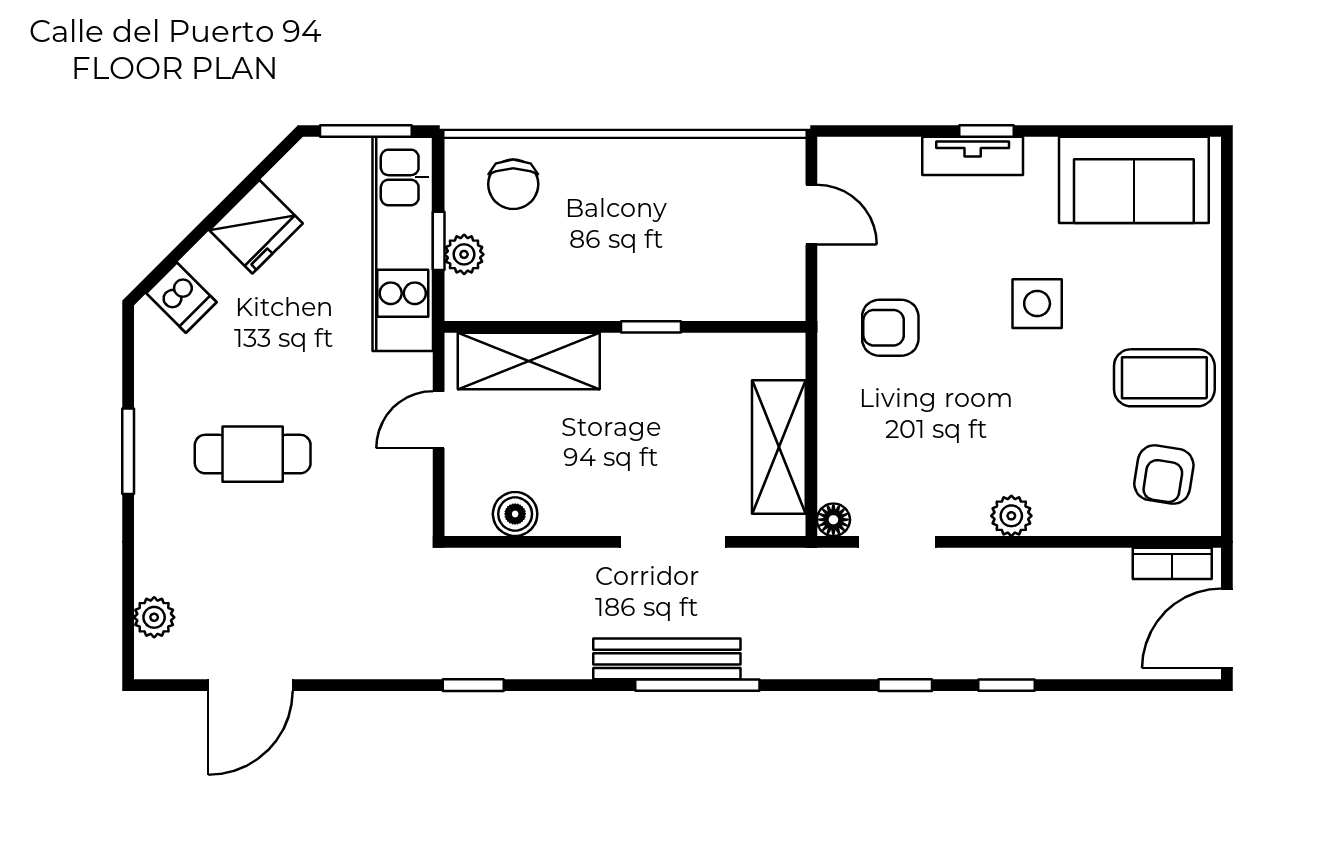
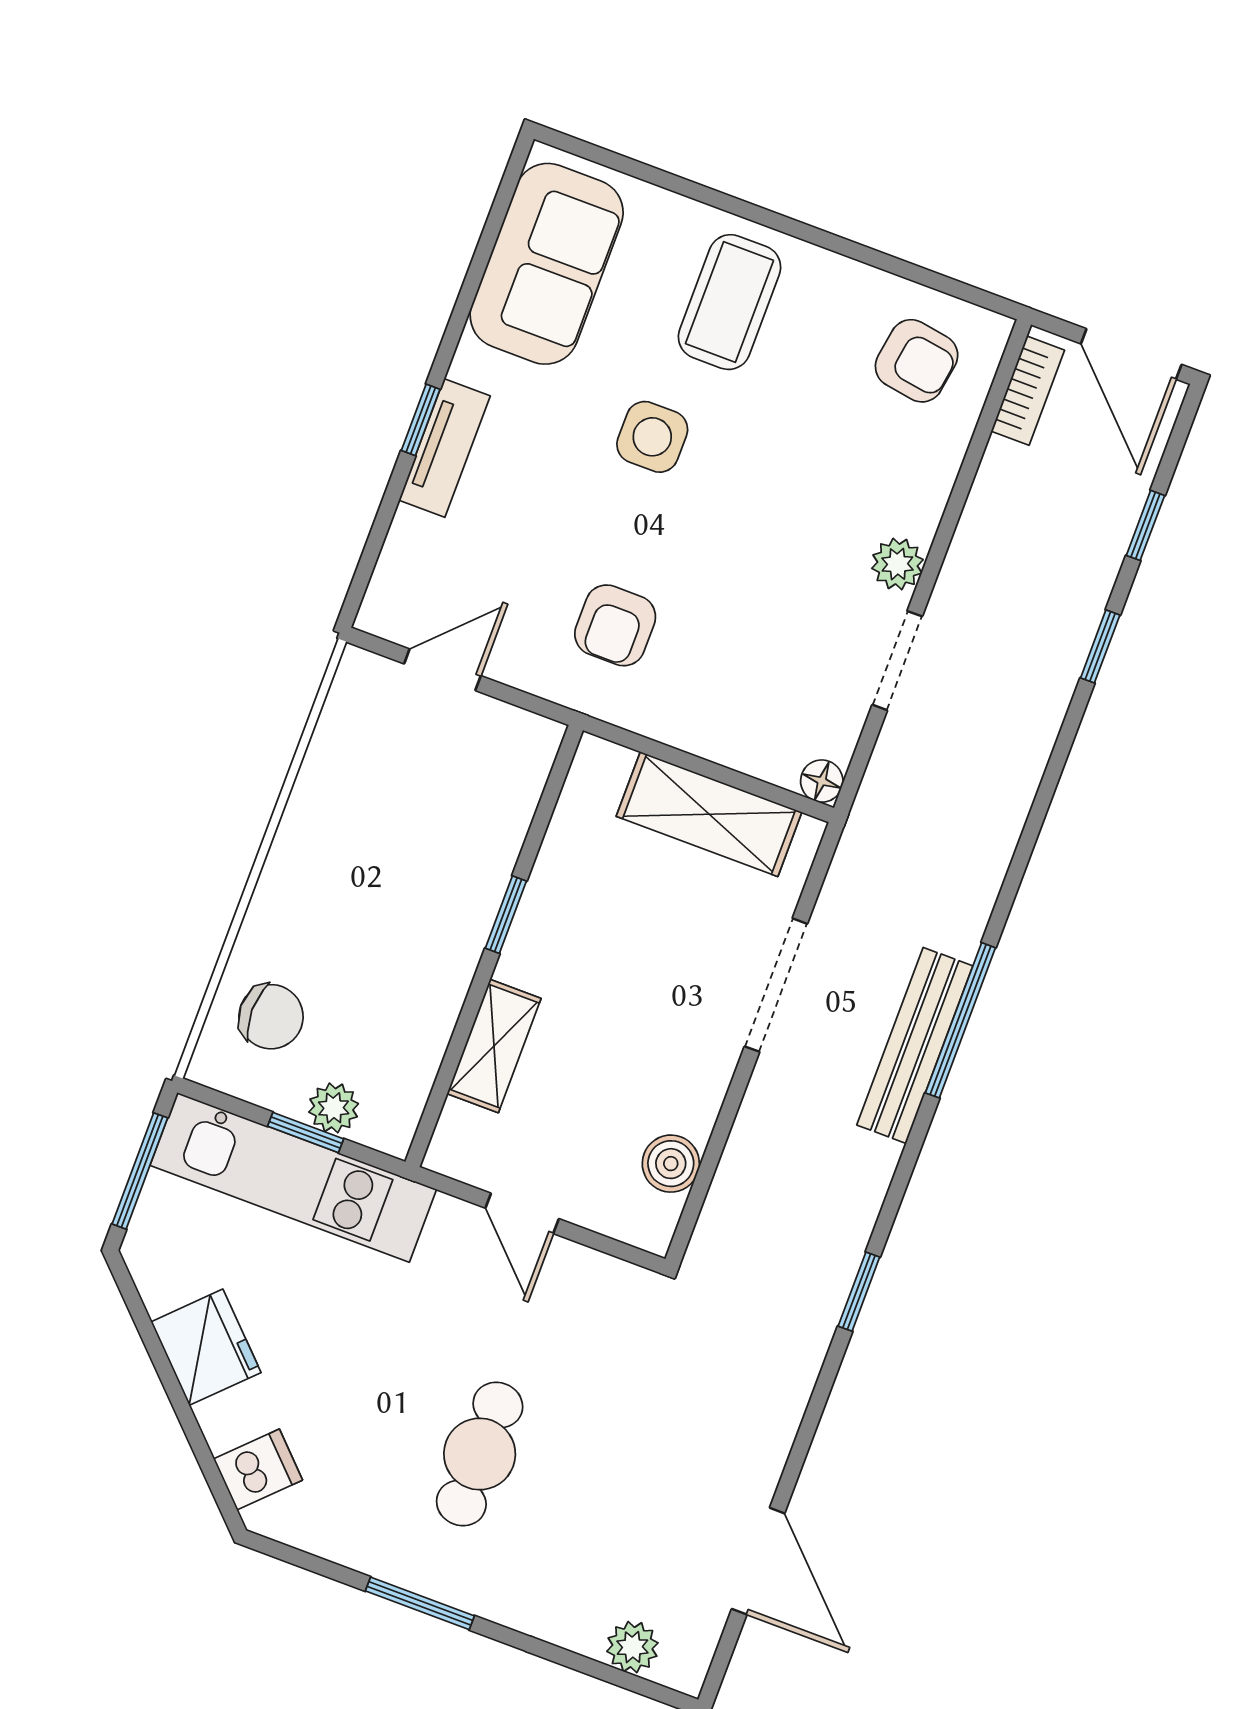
shelving: (529, 361) -> (494, 1046), width x0.67, depth x0.75
coffee table: (1164, 378) -> (730, 302), moved
doorway: (897, 542) -> (897, 661), moved
window: (905, 685) -> (1145, 525), moved

